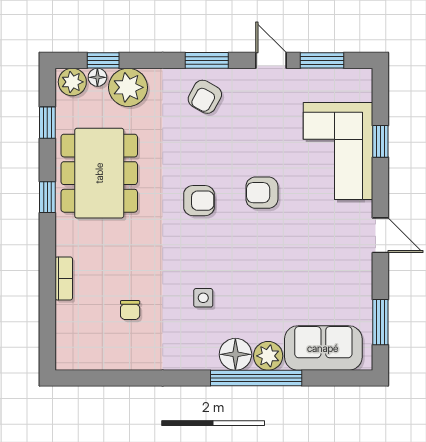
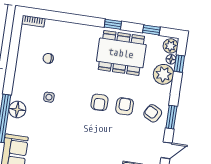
armchair: (262, 193) -> (125, 106), moved
bookcase: (64, 278) -> (33, 21), moved
plant: (268, 356) -> (14, 126), removed

